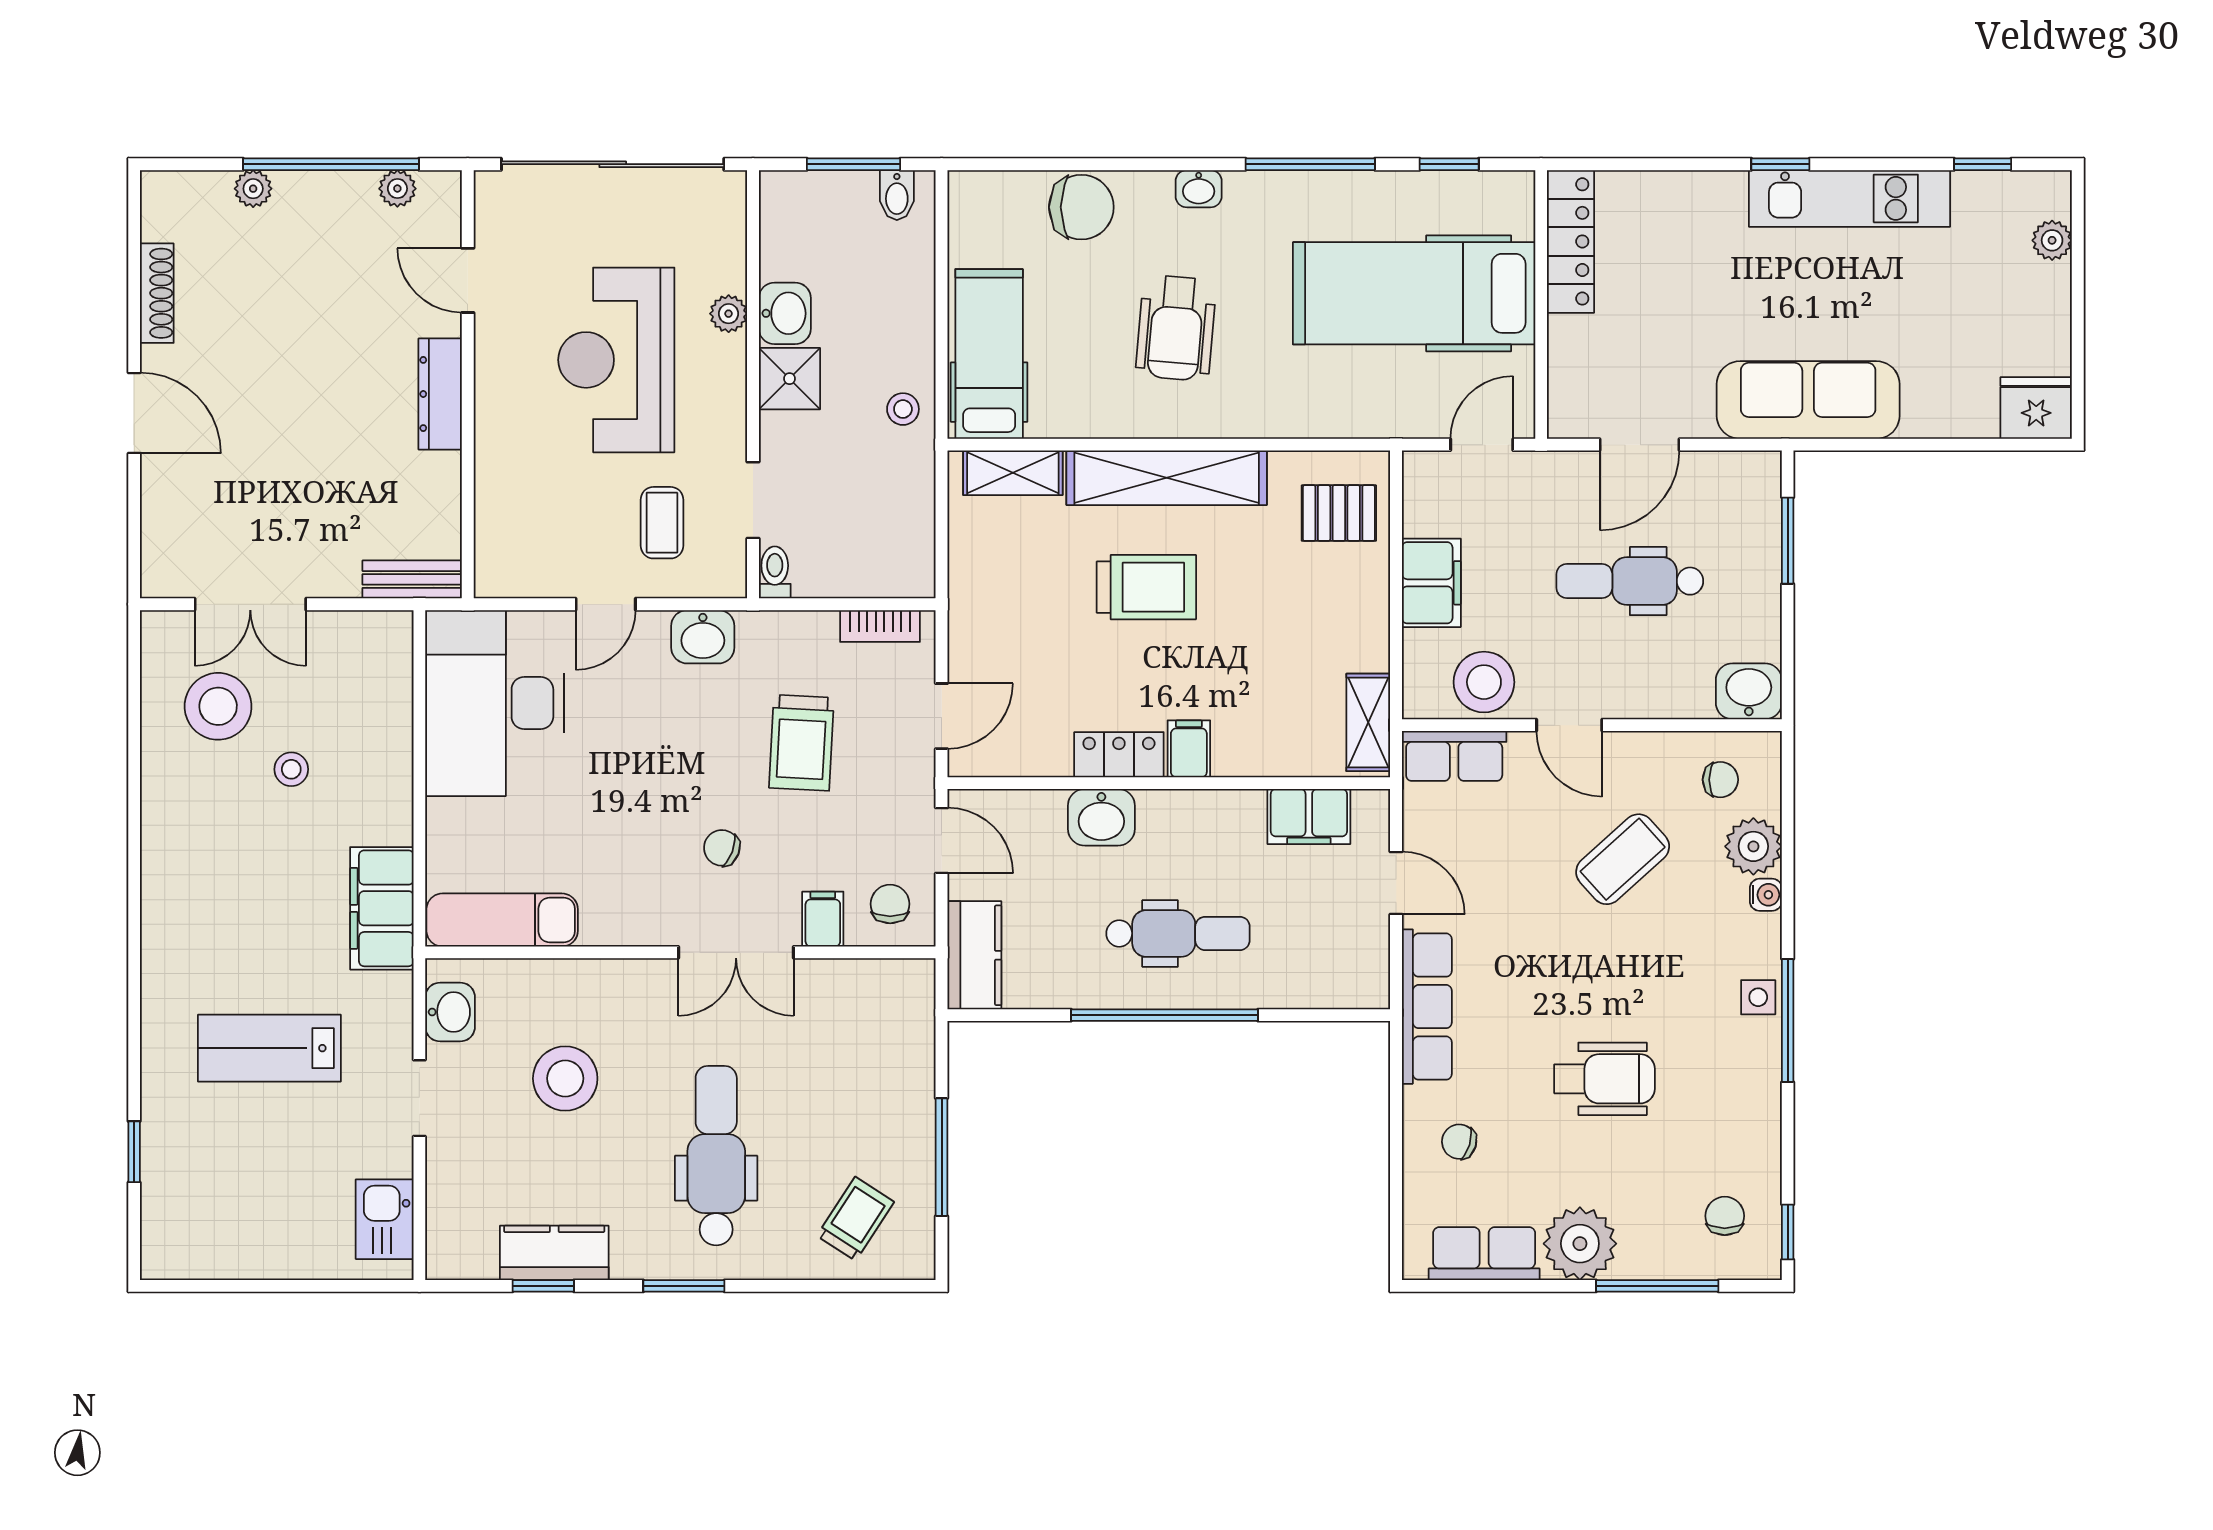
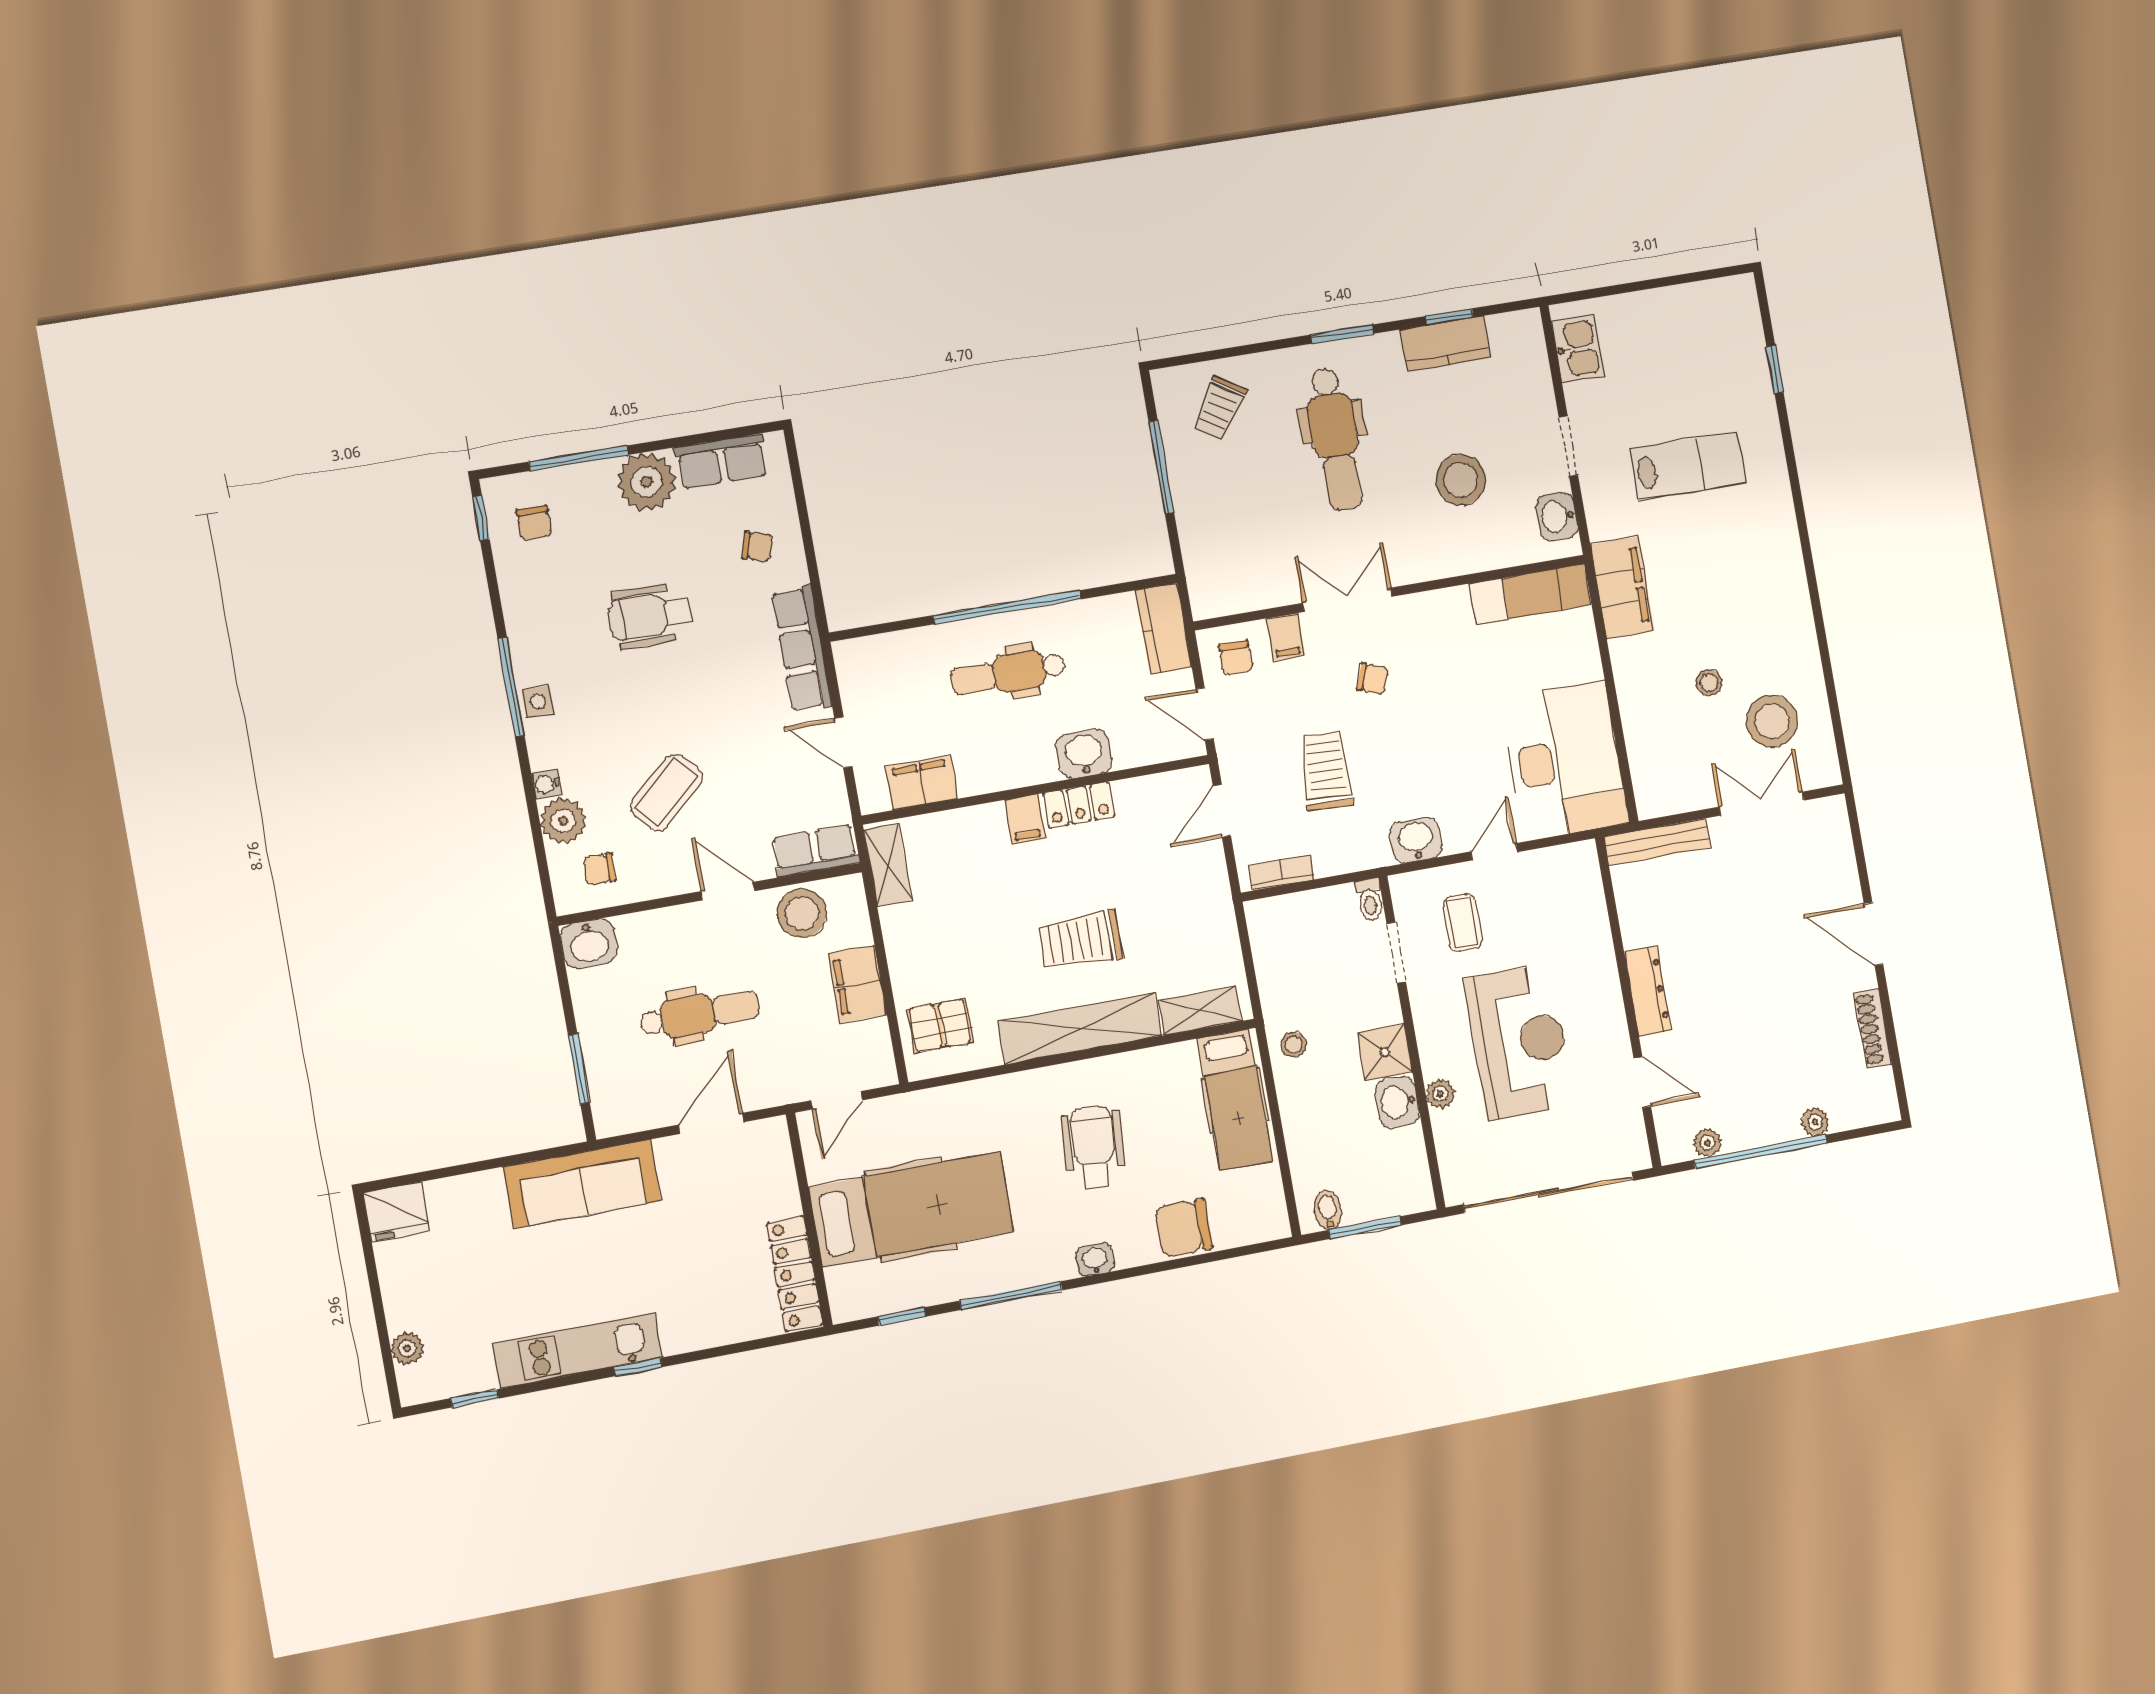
bench: (412, 579) -> (1657, 842), width x1.36

